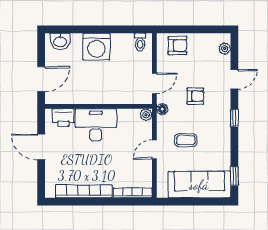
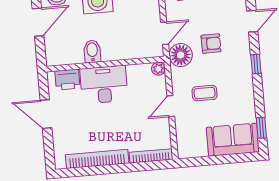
door: (41, 79) -> (38, 22), moved
bidet: (88, 94) -> (92, 51), added
floor lamp: (162, 109) -> (181, 55), width x1.89, depth x1.89
sofa: (199, 185) -> (233, 140), width x0.73

